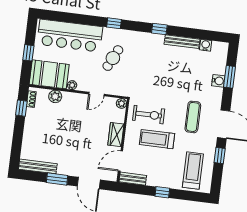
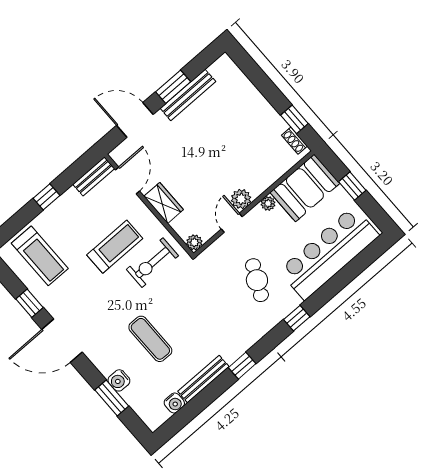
plant: (55, 96) -> (241, 199), moved
exercise mat: (193, 117) -> (150, 339), moved
bench: (38, 166) -> (188, 95), moved

